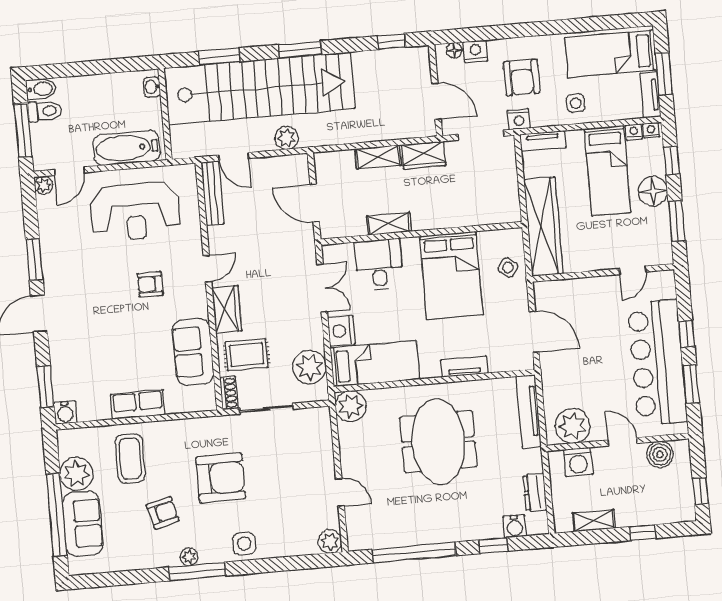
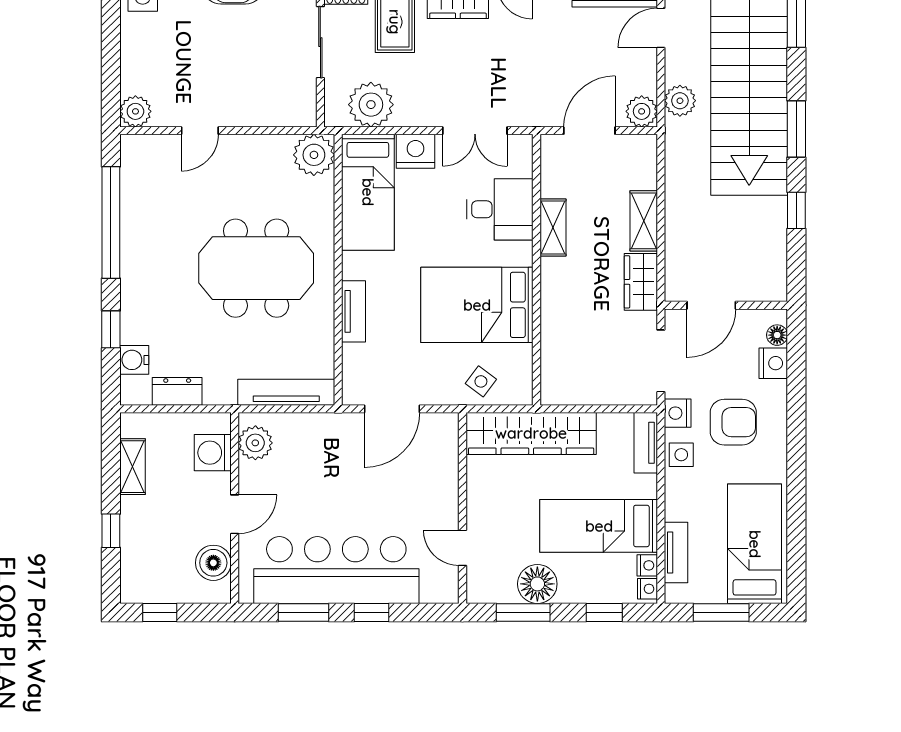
window: (392, 42) -> (796, 210), moved
armchair: (522, 77) -> (733, 422), turned 180
tv unit: (650, 95) -> (676, 553), moved, turned 90
side table: (576, 103) -> (681, 455), moved
plant: (297, 166) -> (642, 111), added
floor lamp: (653, 191) -> (537, 584), moved
plant: (572, 426) -> (255, 443), width x0.73, depth x0.73

